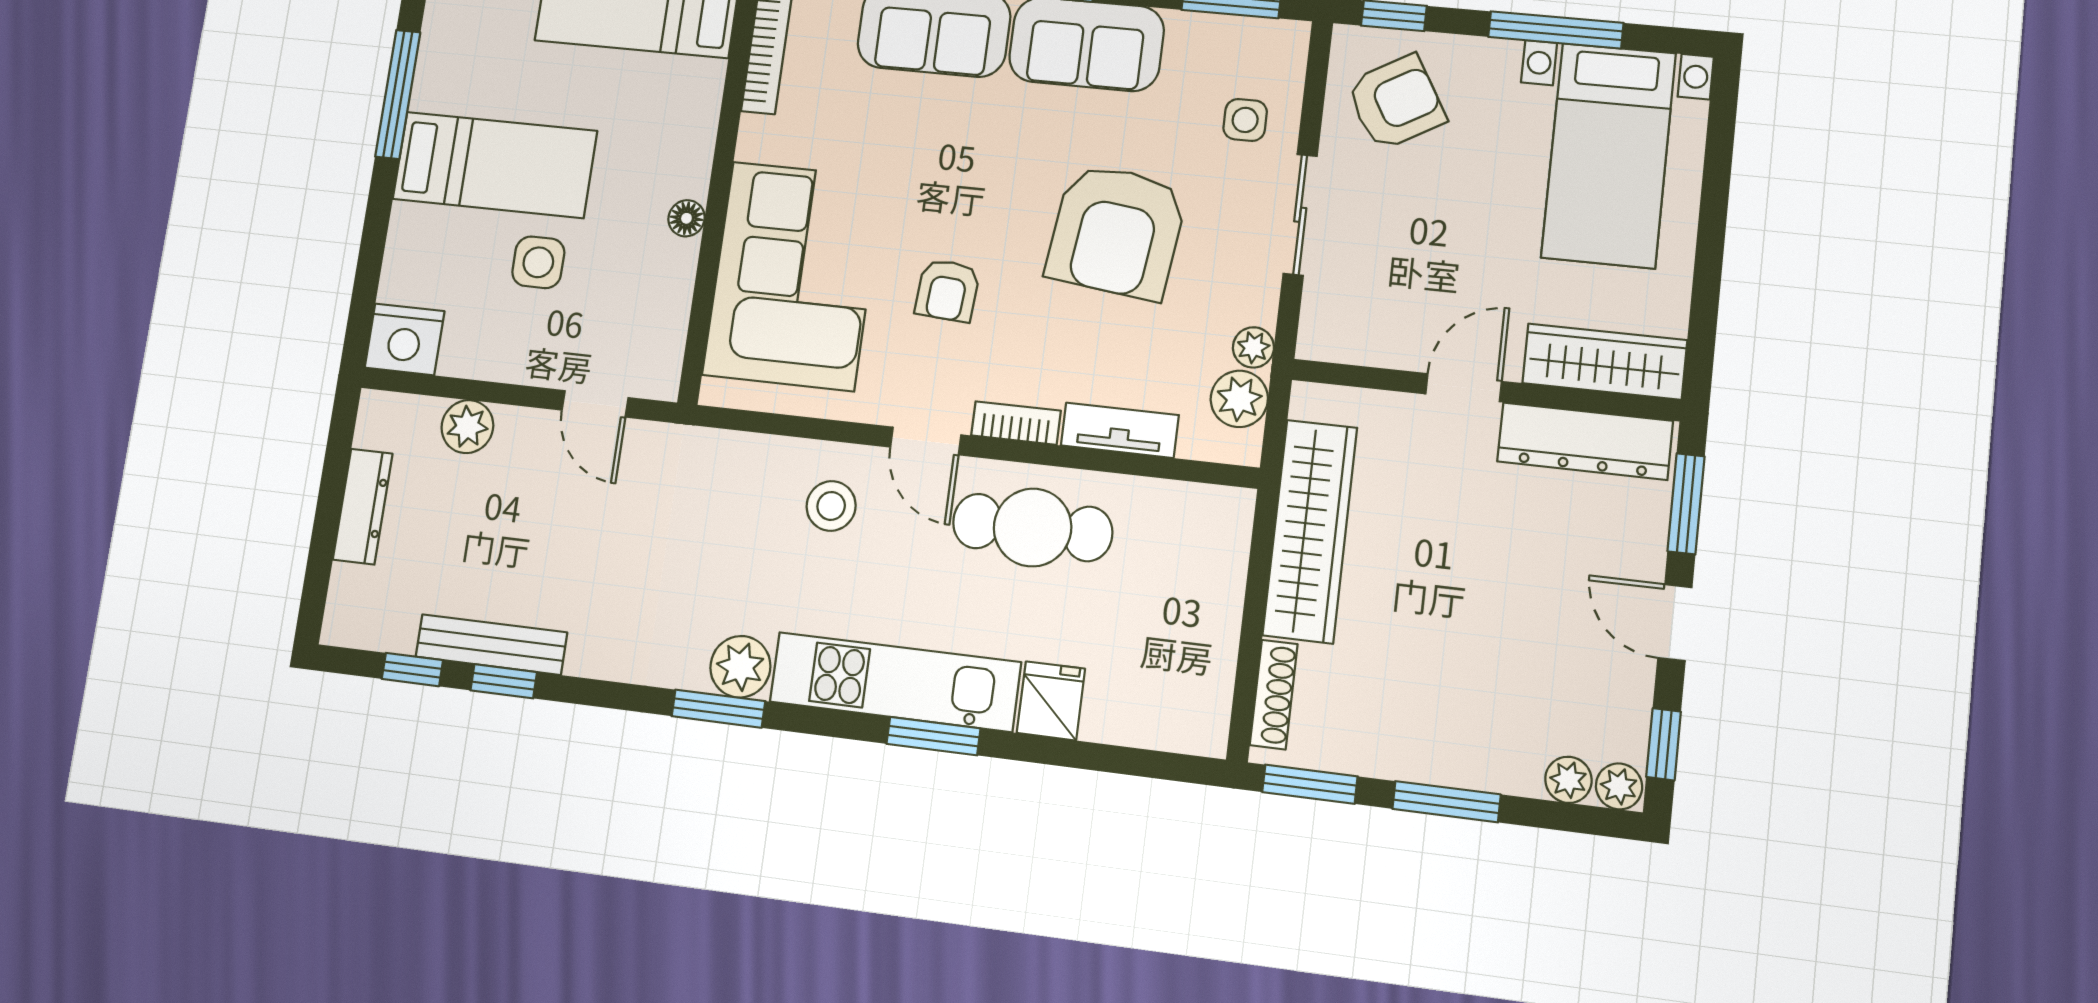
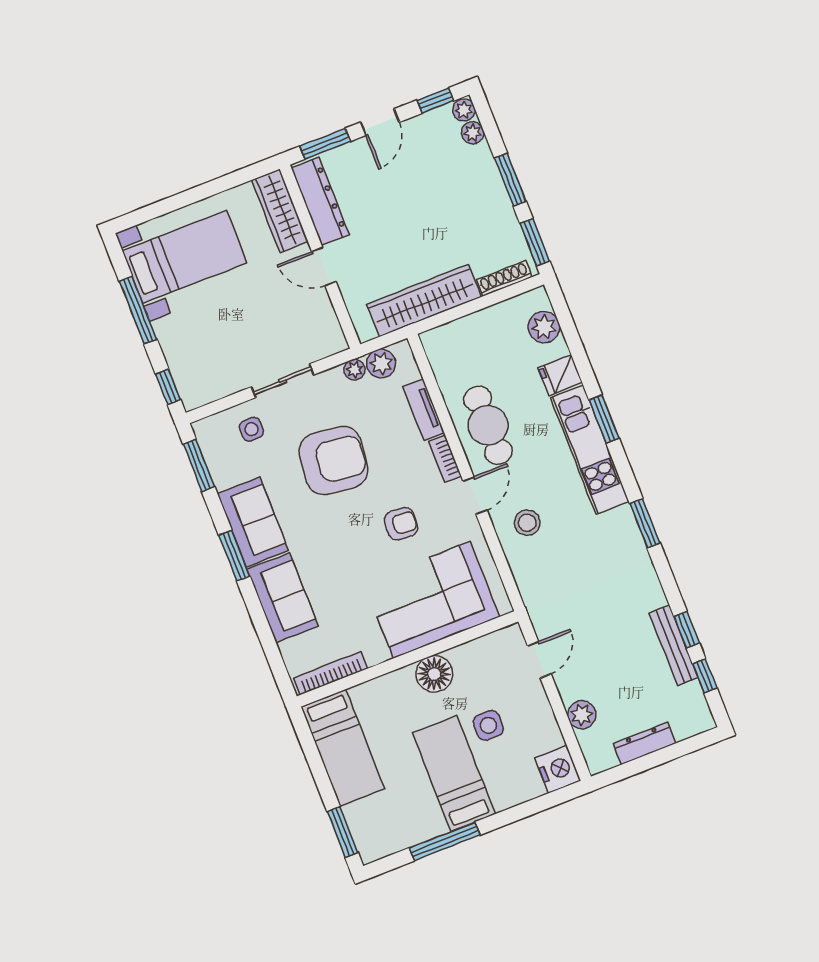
armchair: (1396, 102) -> (208, 365), removed
floor lamp: (686, 218) -> (434, 674), width x1.89, depth x1.89
plant: (740, 667) -> (544, 327), moved

